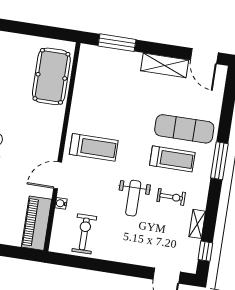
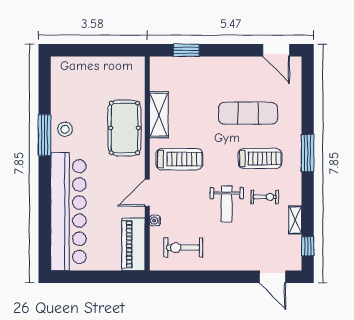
window: (117, 43) -> (186, 50), width x0.69
shelving: (165, 65) -> (159, 115), moved, turned 90
pool table: (51, 76) -> (124, 128), moved
exercise mat: (184, 129) -> (248, 113), moved
exercise bike: (84, 234) -> (183, 248), turned -90

